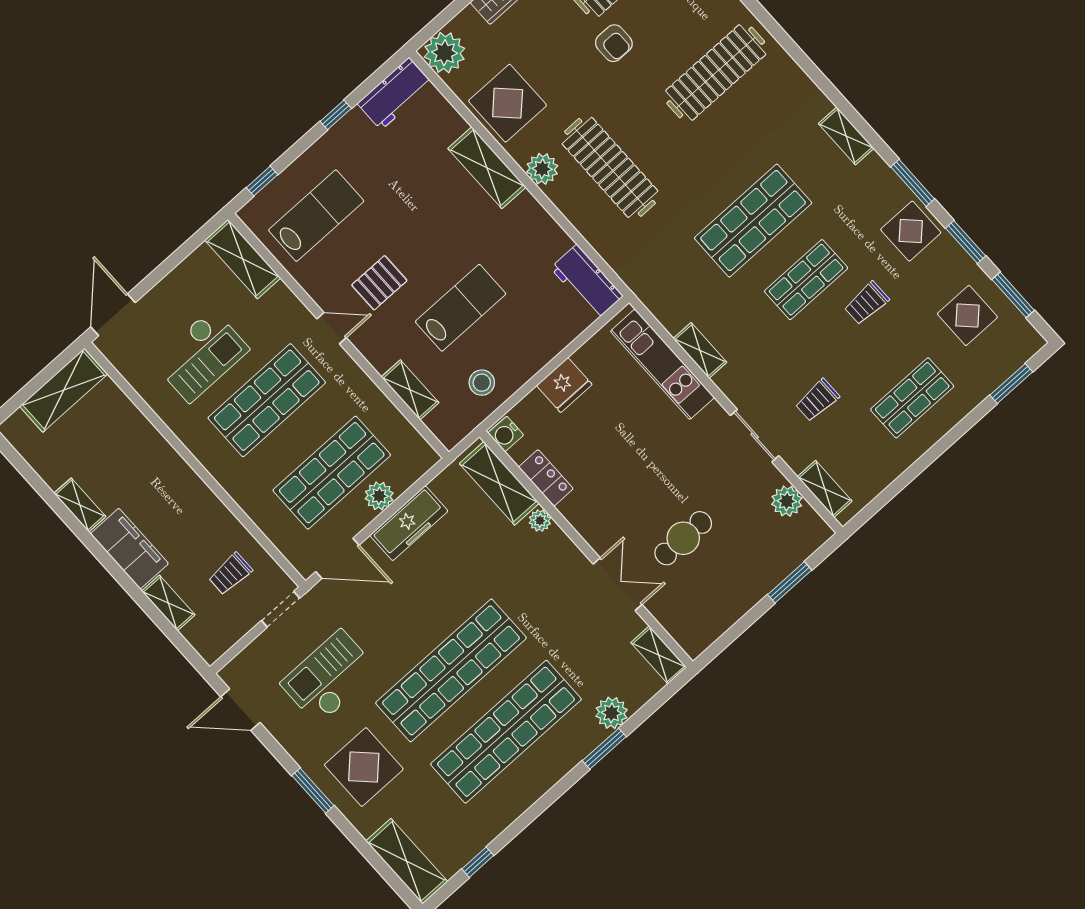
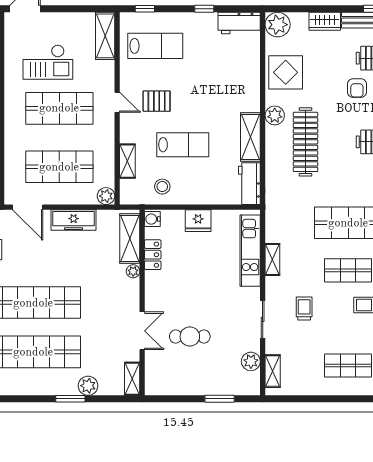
shelving: (487, 168) -> (250, 137), moved
trolley: (817, 400) -> (304, 308), moved, turned 90
plant: (379, 496) -> (106, 196), moved

